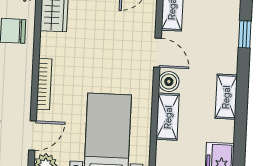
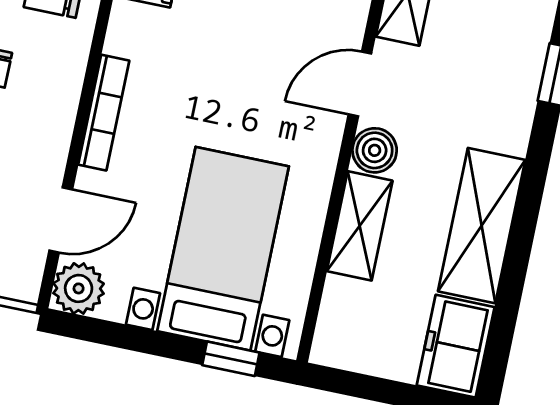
door: (157, 53) -> (360, 84), swing flipped
shelving: (226, 97) -> (482, 226), width x1.50, depth x1.33

